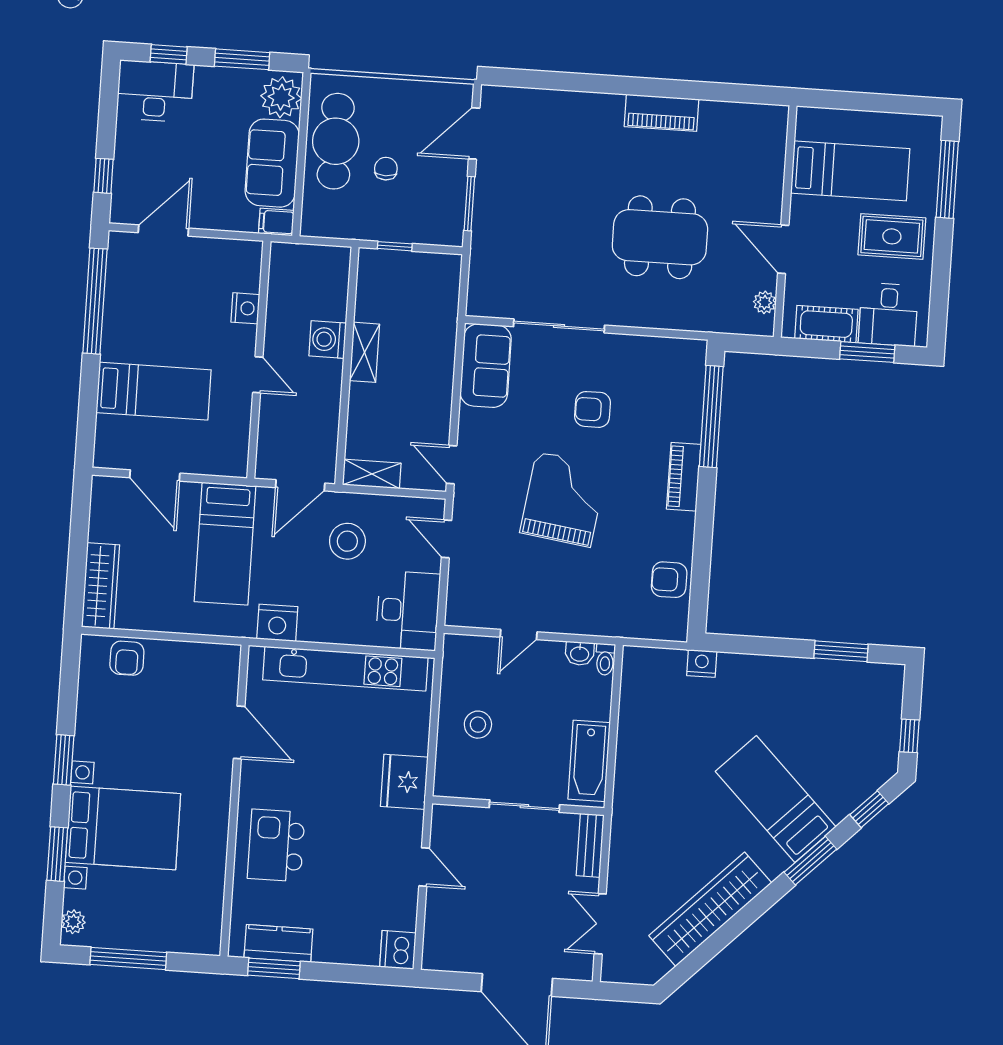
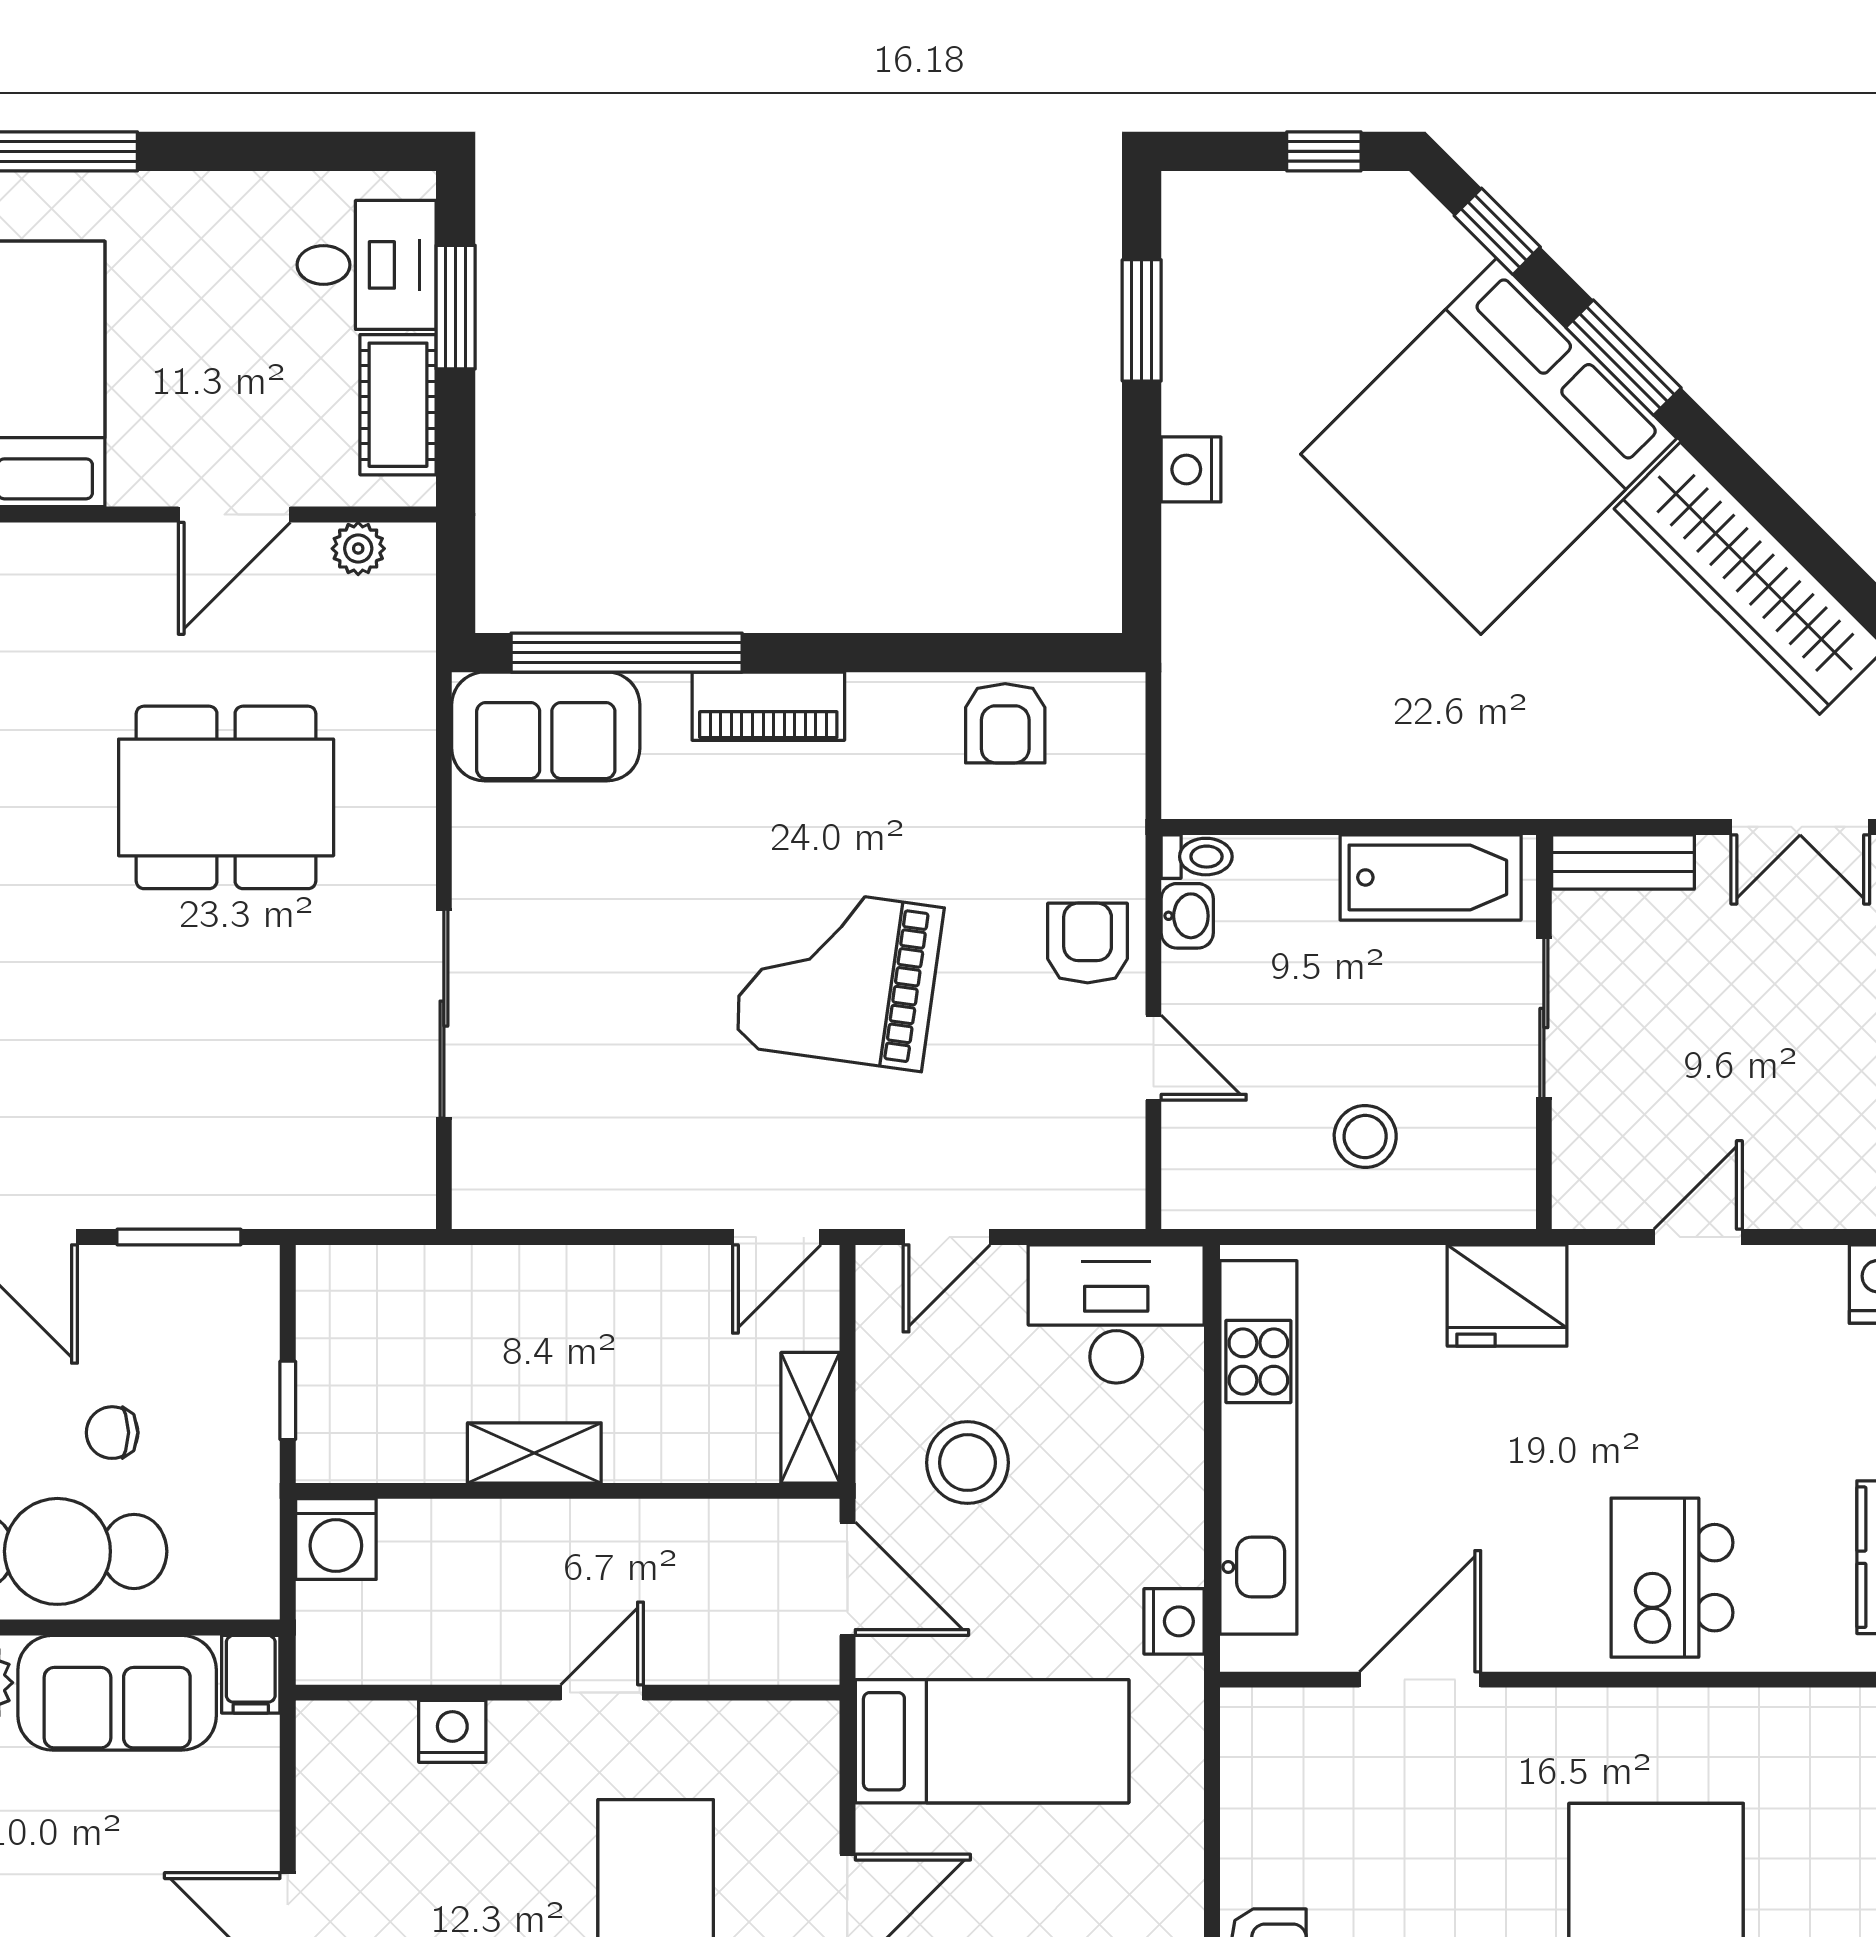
rug: (892, 236) -> (188, 269), removed
dining table: (660, 237) -> (226, 797), turned 90
washing machine: (328, 339) -> (336, 1539), moved
sofa: (486, 366) -> (546, 726), moved, turned 180
armchair: (593, 409) -> (1088, 943), moved, turned 180
nightstand: (277, 623) -> (1174, 1621), width x0.74, depth x0.75
nightstand: (702, 663) -> (1191, 469), moved
bed: (776, 799) -> (1489, 446), width x2.04
kitchen island: (276, 845) -> (1672, 1578), turned 90

